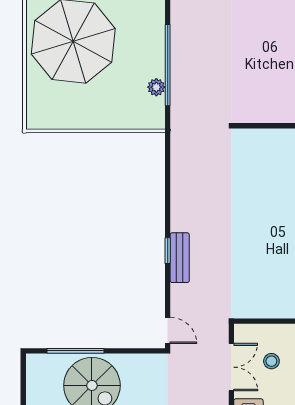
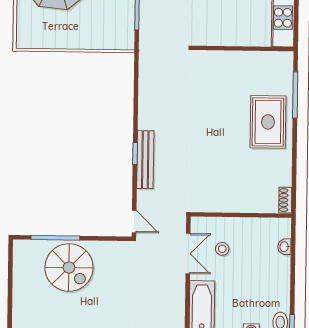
plant: (156, 87) -> (127, 14), removed
bench: (180, 258) -> (145, 160), width x1.36

